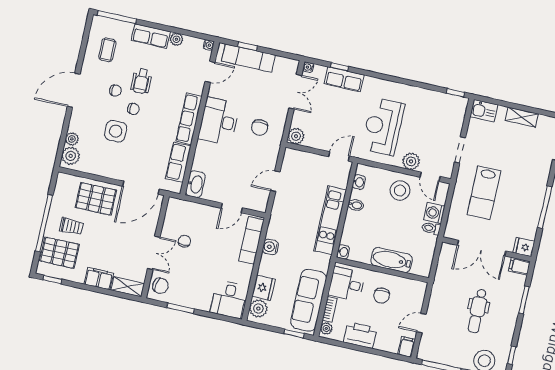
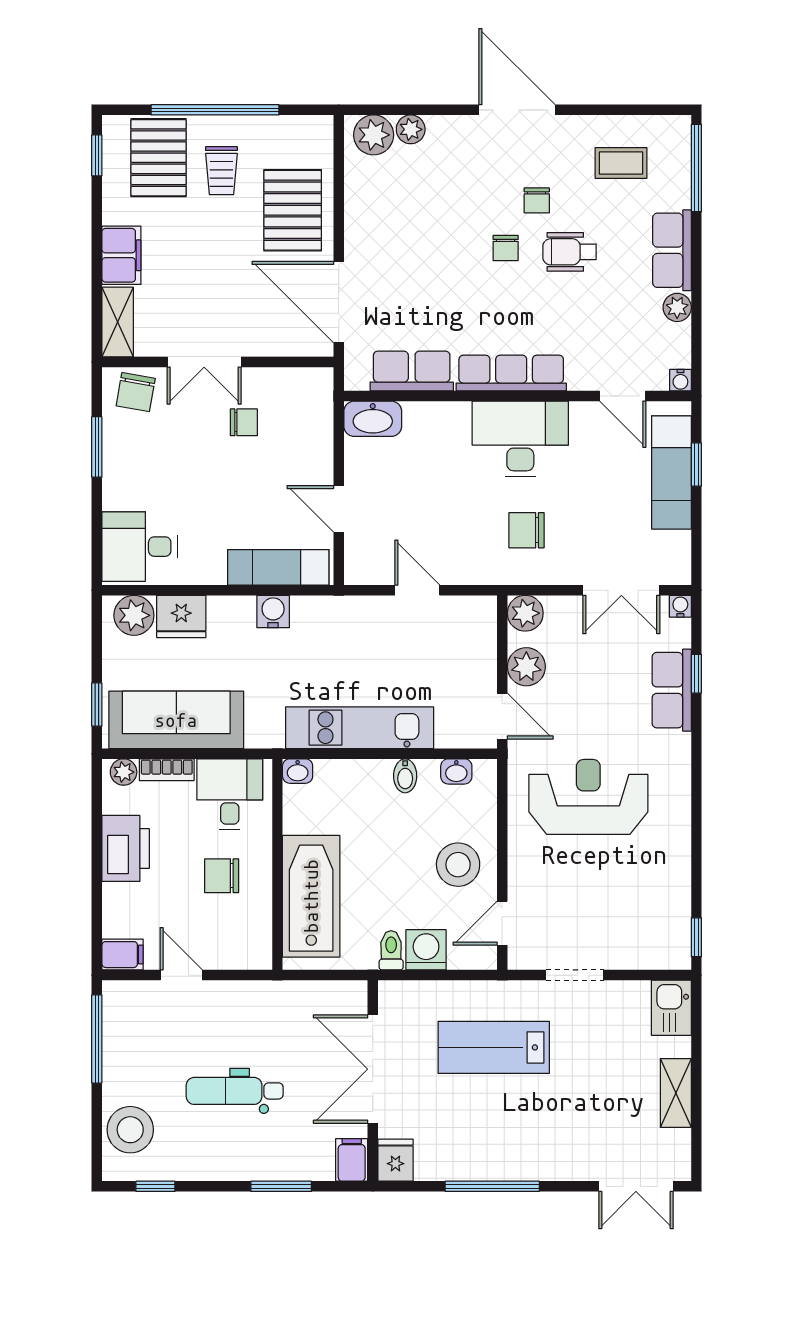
side table: (116, 131) -> (449, 220), removed
plant: (411, 161) -> (526, 667), moved
bathtub: (392, 260) -> (311, 896), width x1.36, depth x1.36

